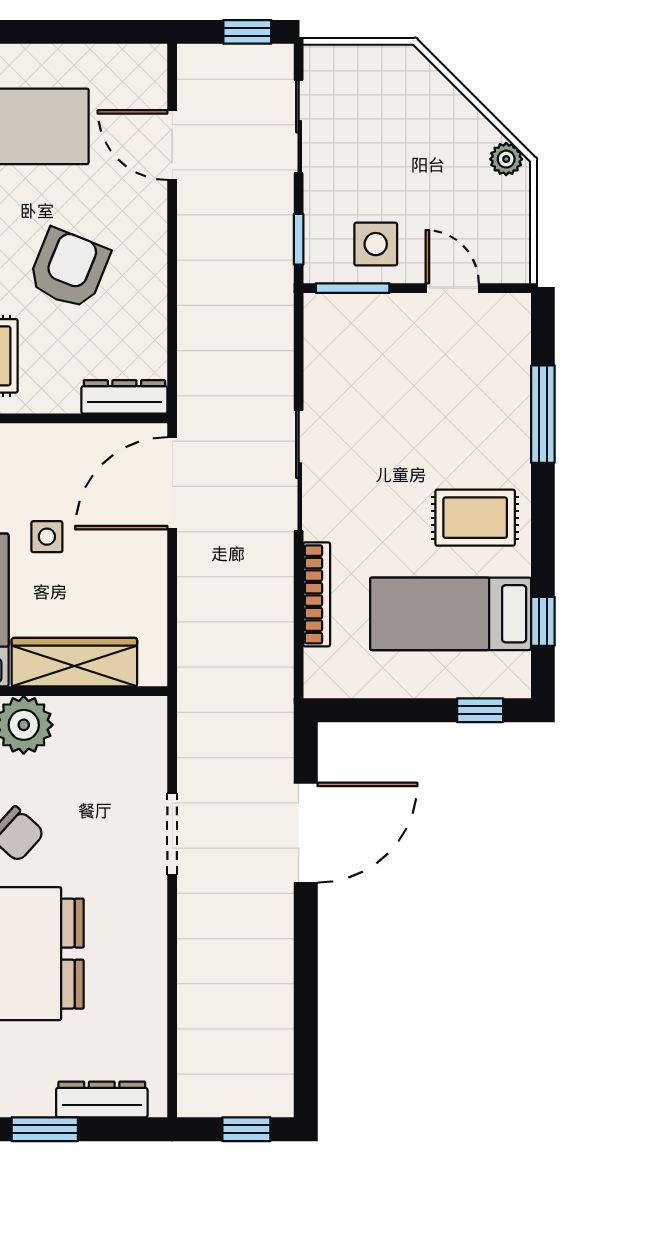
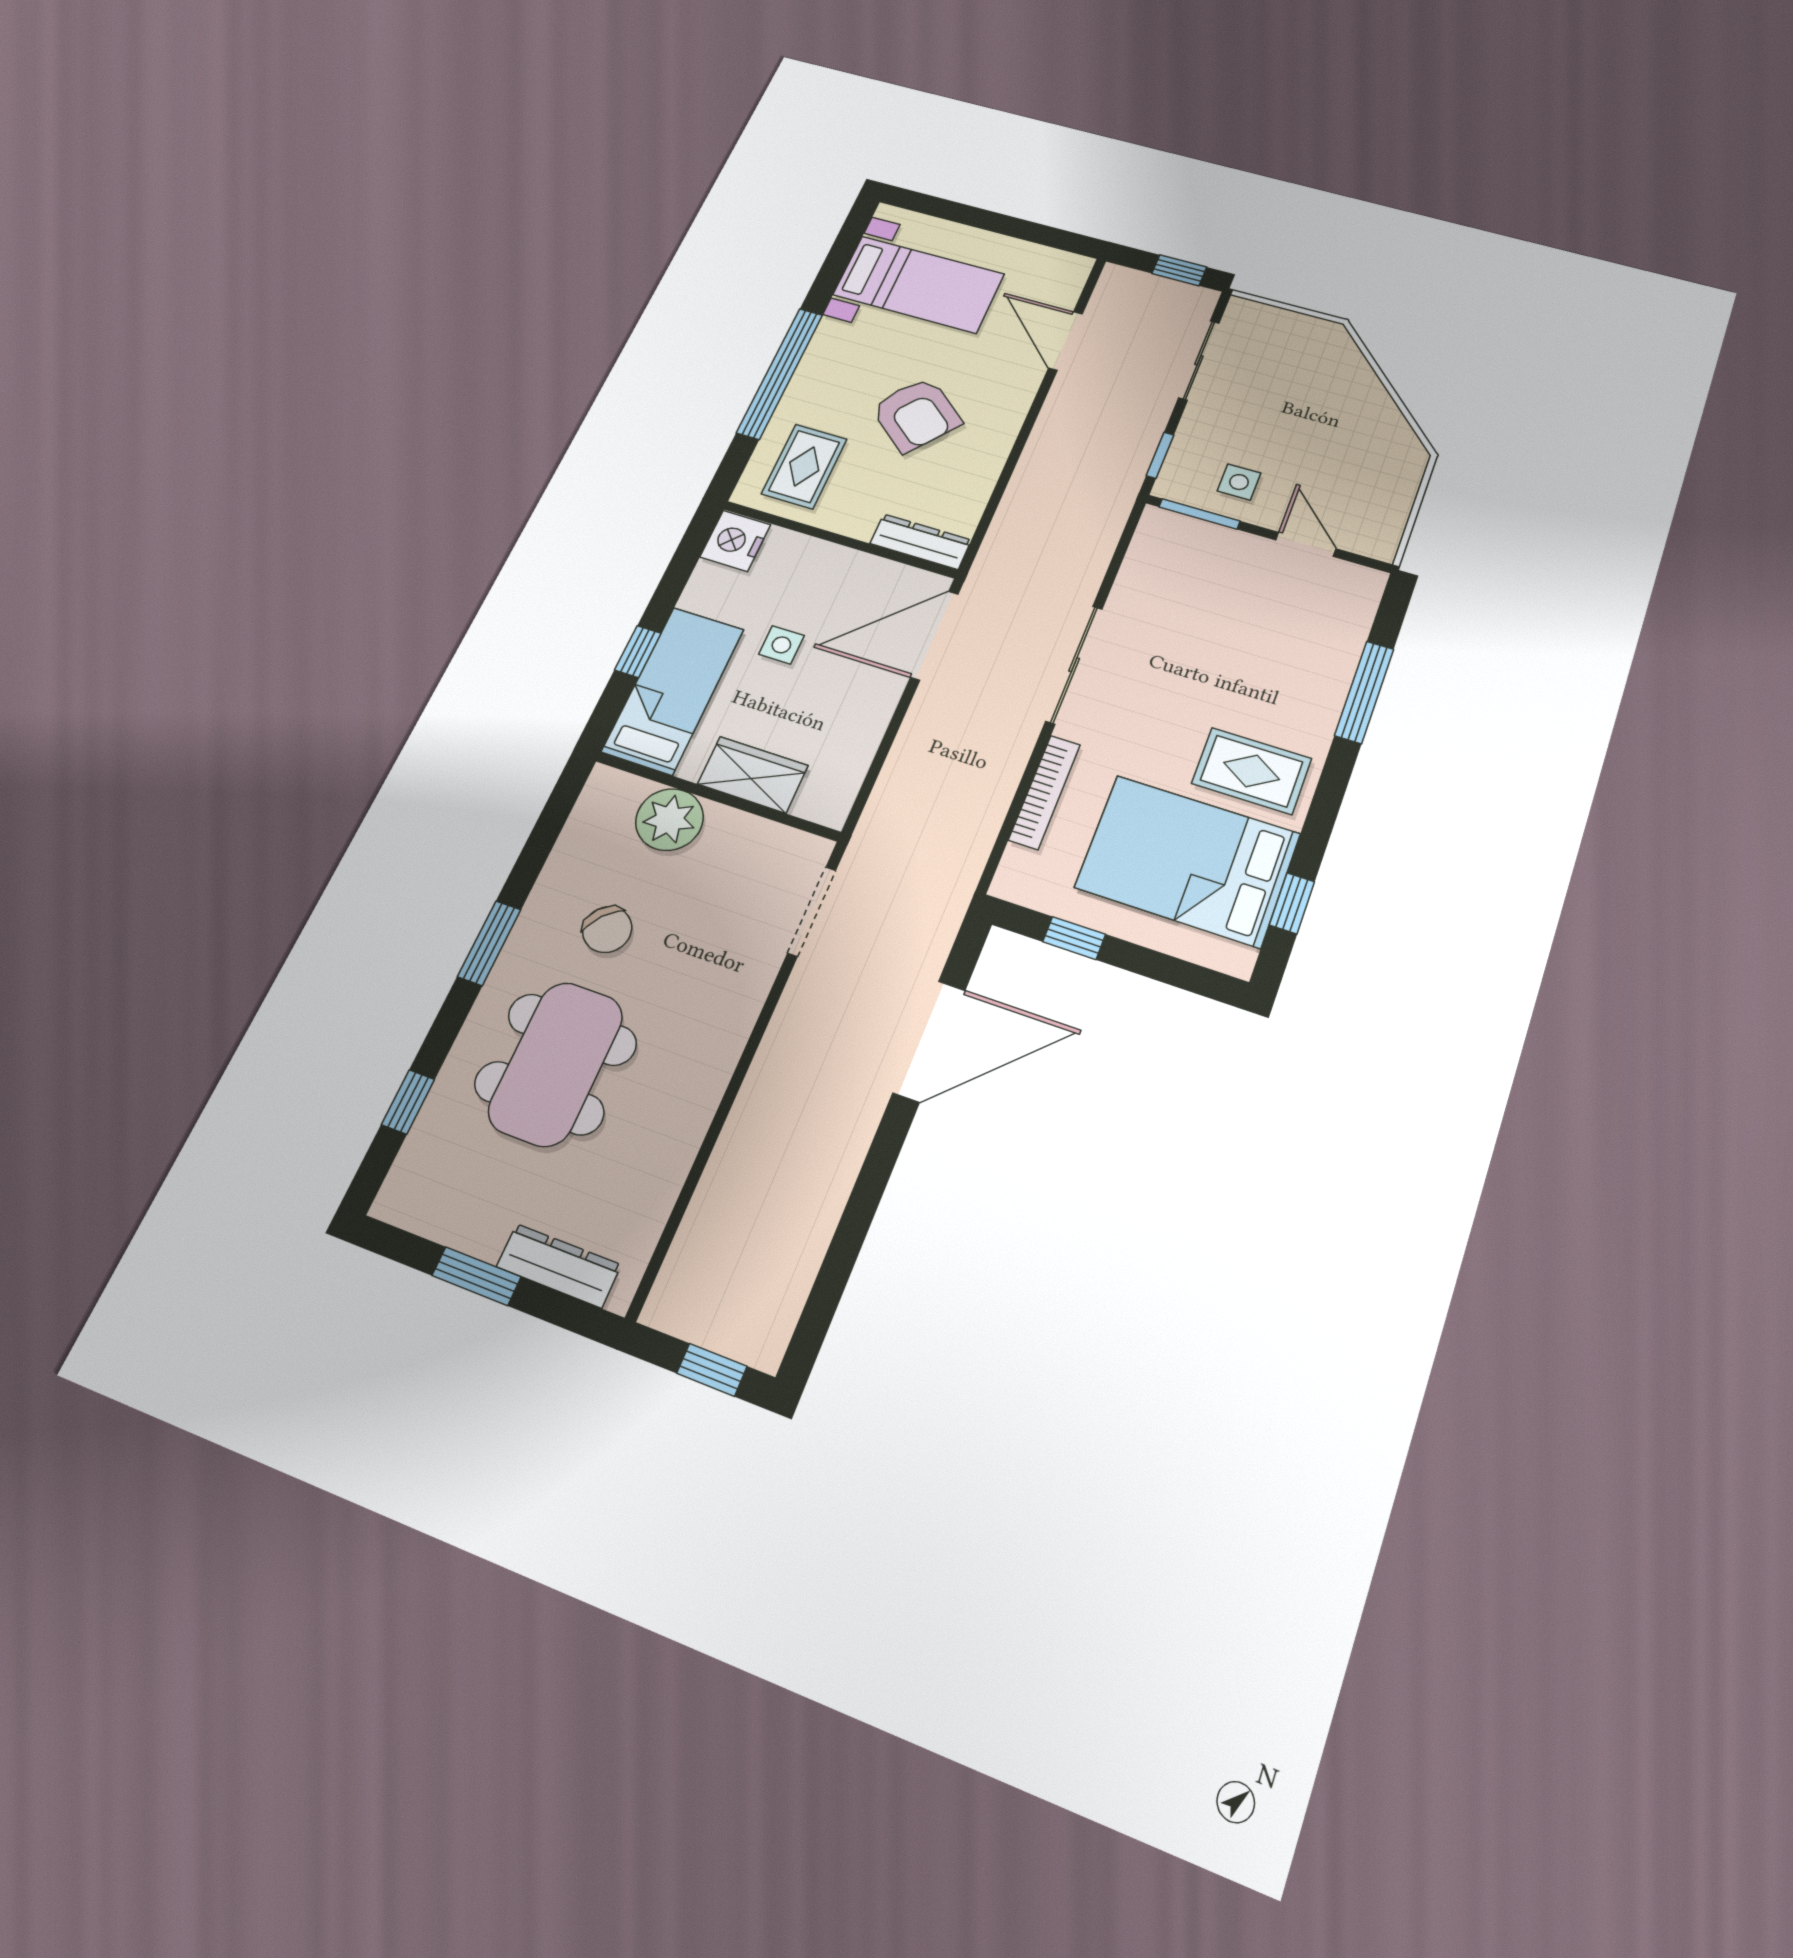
plant: (506, 159) -> (1405, 446), removed
side table: (376, 244) -> (1239, 482), width x0.73, depth x0.73
armchair: (69, 269) -> (916, 415), turned 107
bed: (451, 614) -> (1188, 861), width x1.50
wardrobe: (74, 662) -> (753, 775), width x0.67
window: (480, 710) -> (1074, 938), moved
doorway: (172, 834) -> (812, 912), moved

